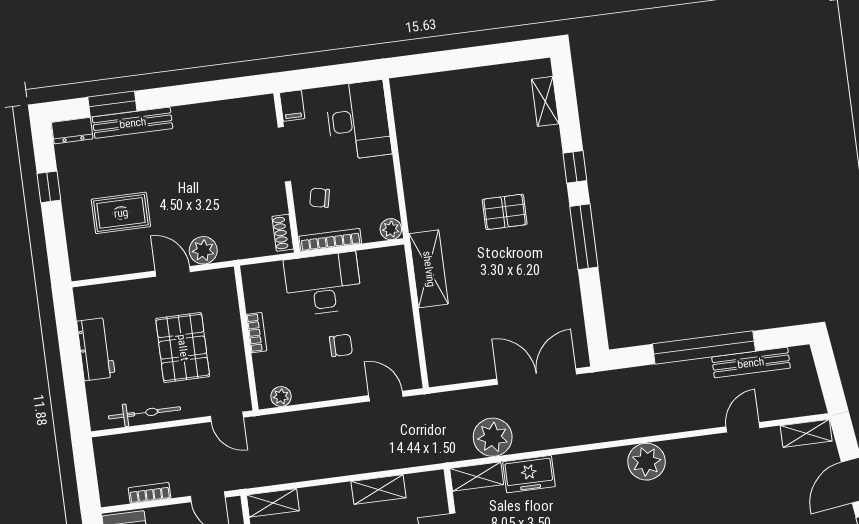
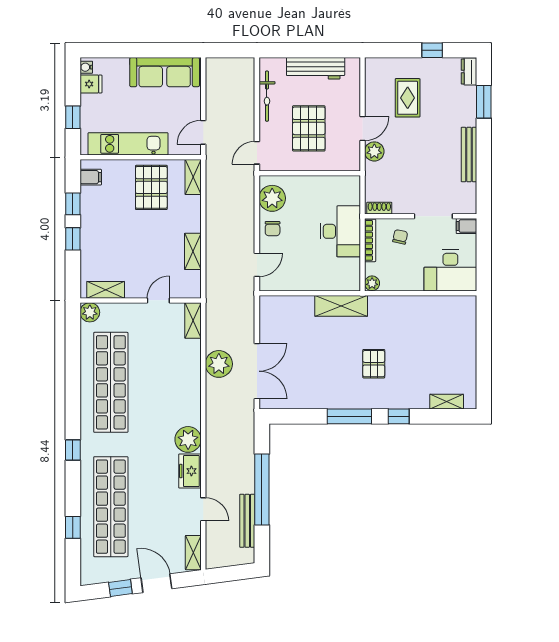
bench: (133, 123) -> (469, 154), moved
bookcase: (257, 333) -> (312, 181), removed
chair: (341, 345) -> (273, 229), moved
pallet: (183, 348) -> (309, 128), turned 90
workbench: (96, 349) -> (316, 68), width x1.38
plant: (281, 396) -> (272, 198), width x1.87, depth x1.87
plant: (493, 437) -> (219, 364), moved
freezer: (529, 474) -> (190, 471), moved
bookcase: (150, 493) -> (211, 92), removed

